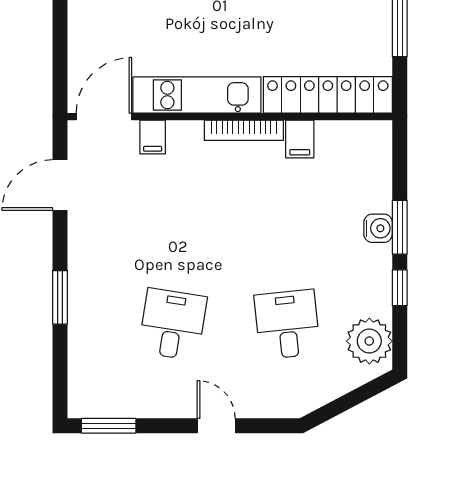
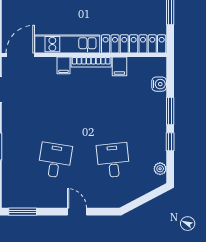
filing cabinet: (153, 137) -> (63, 65), moved
water cooler: (378, 228) -> (159, 84), moved
plant: (369, 341) -> (160, 169), width x0.53, depth x0.53

